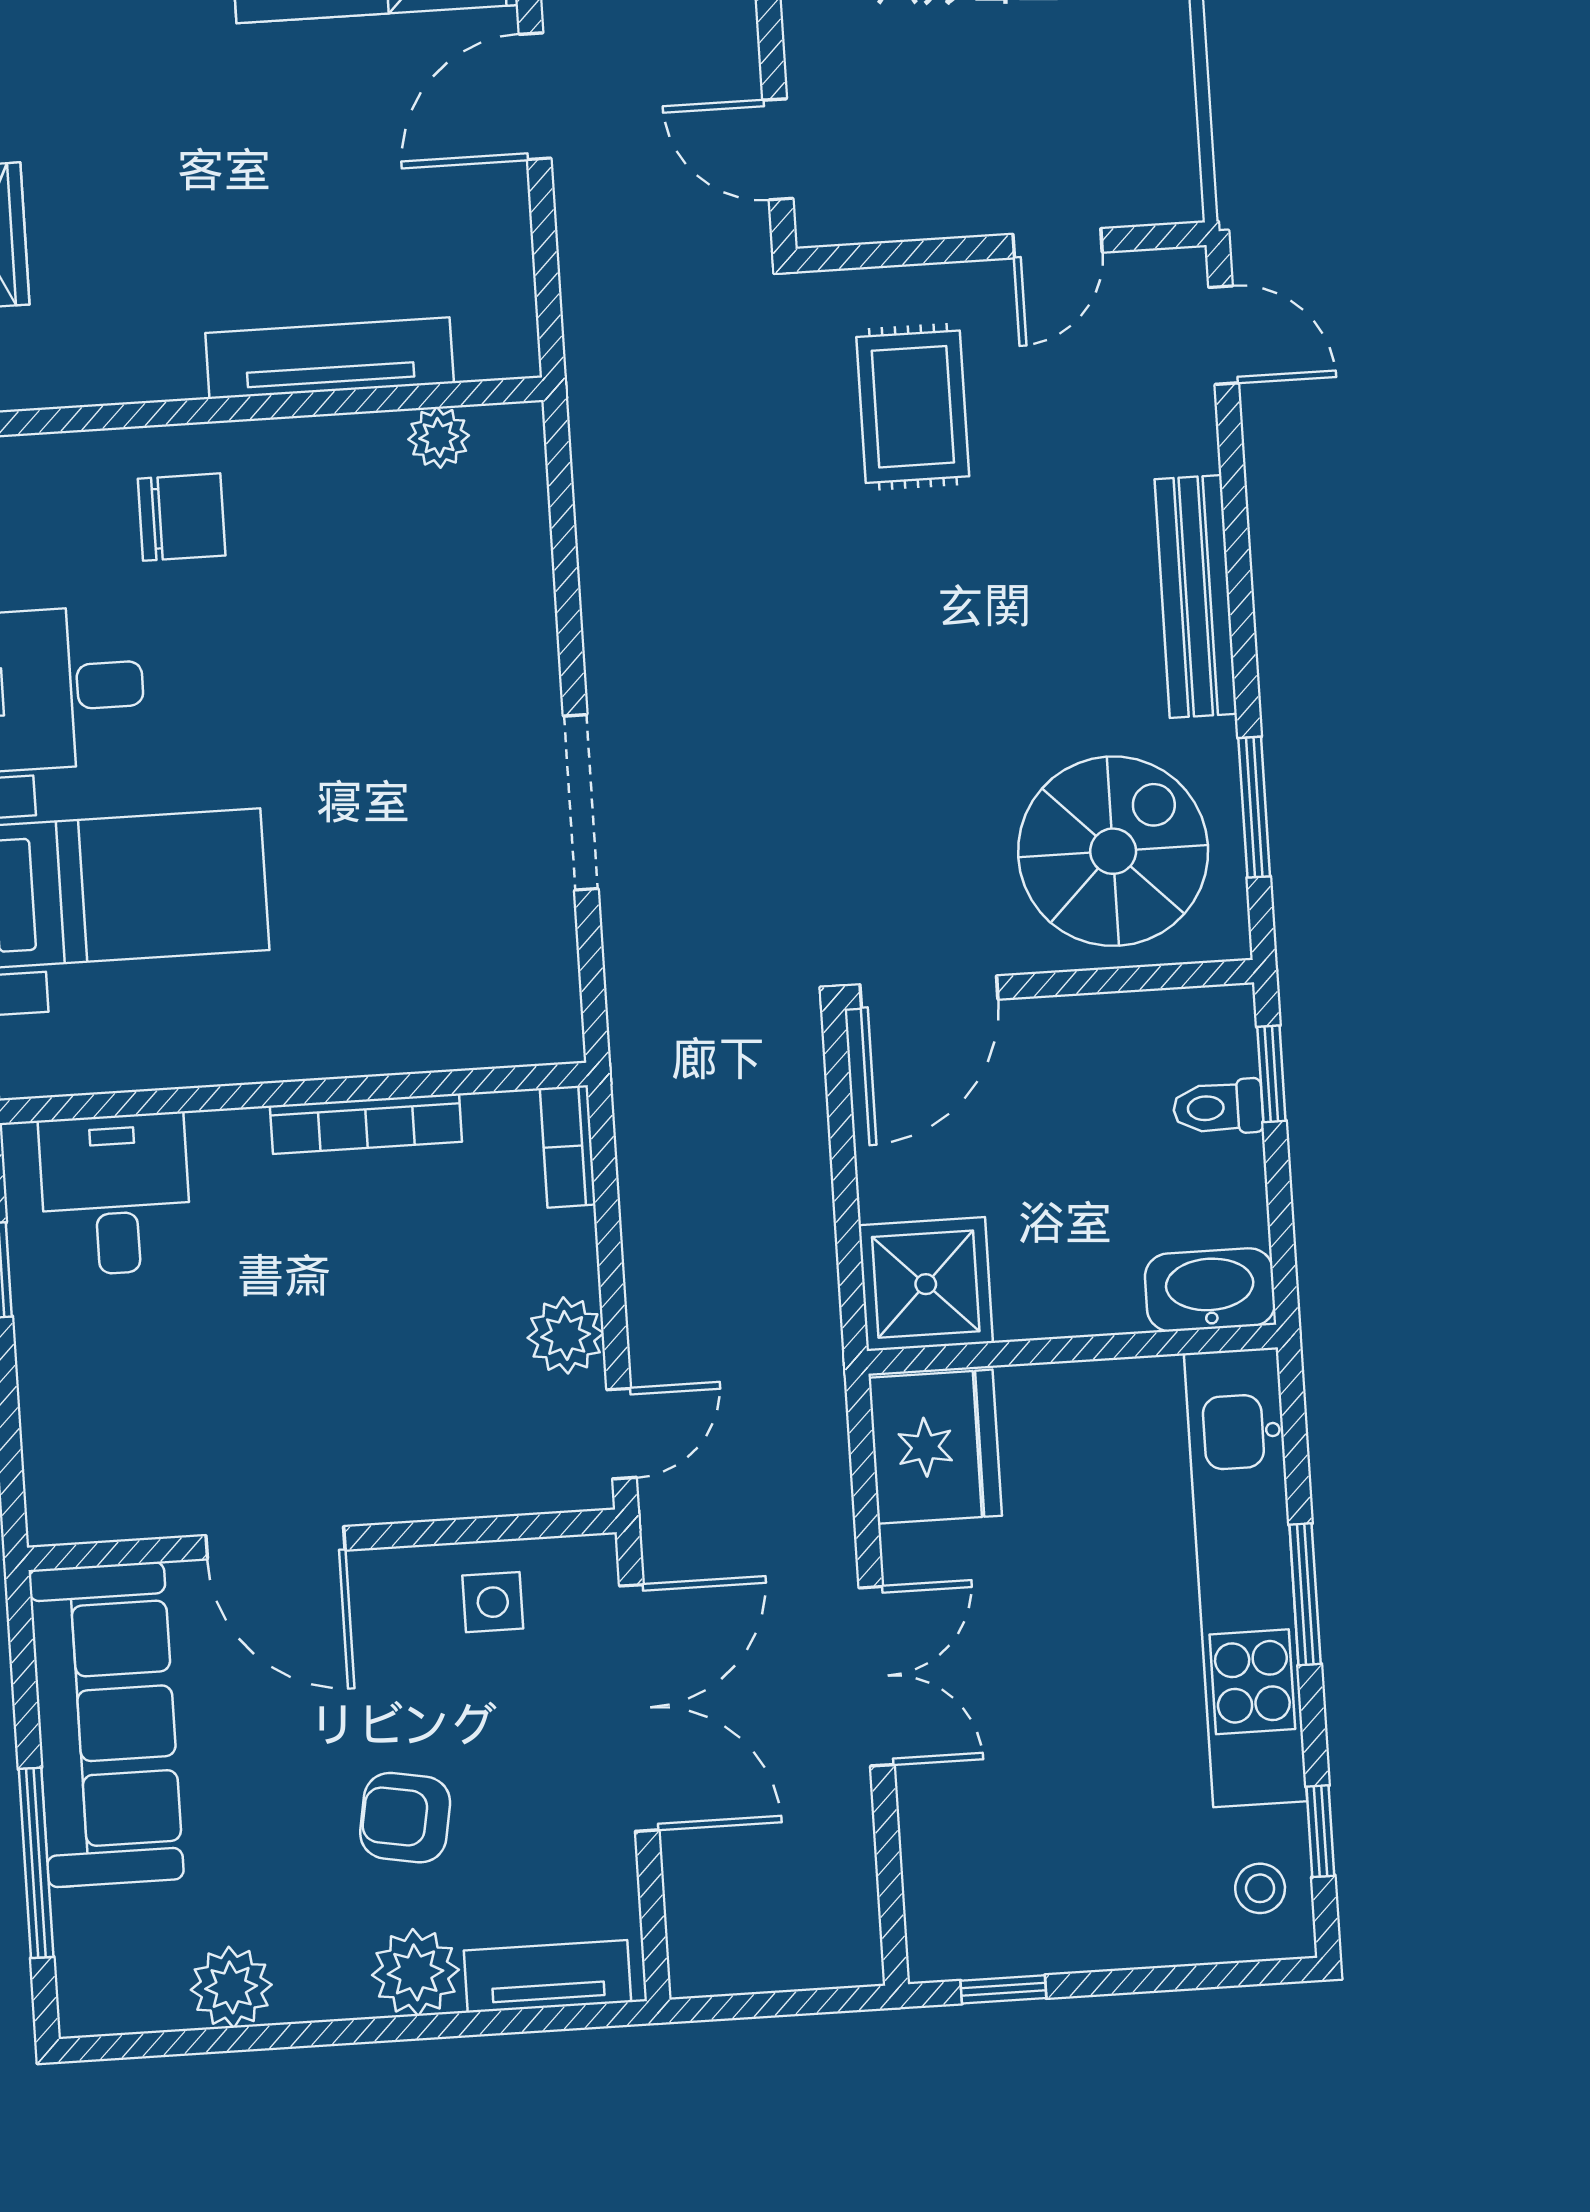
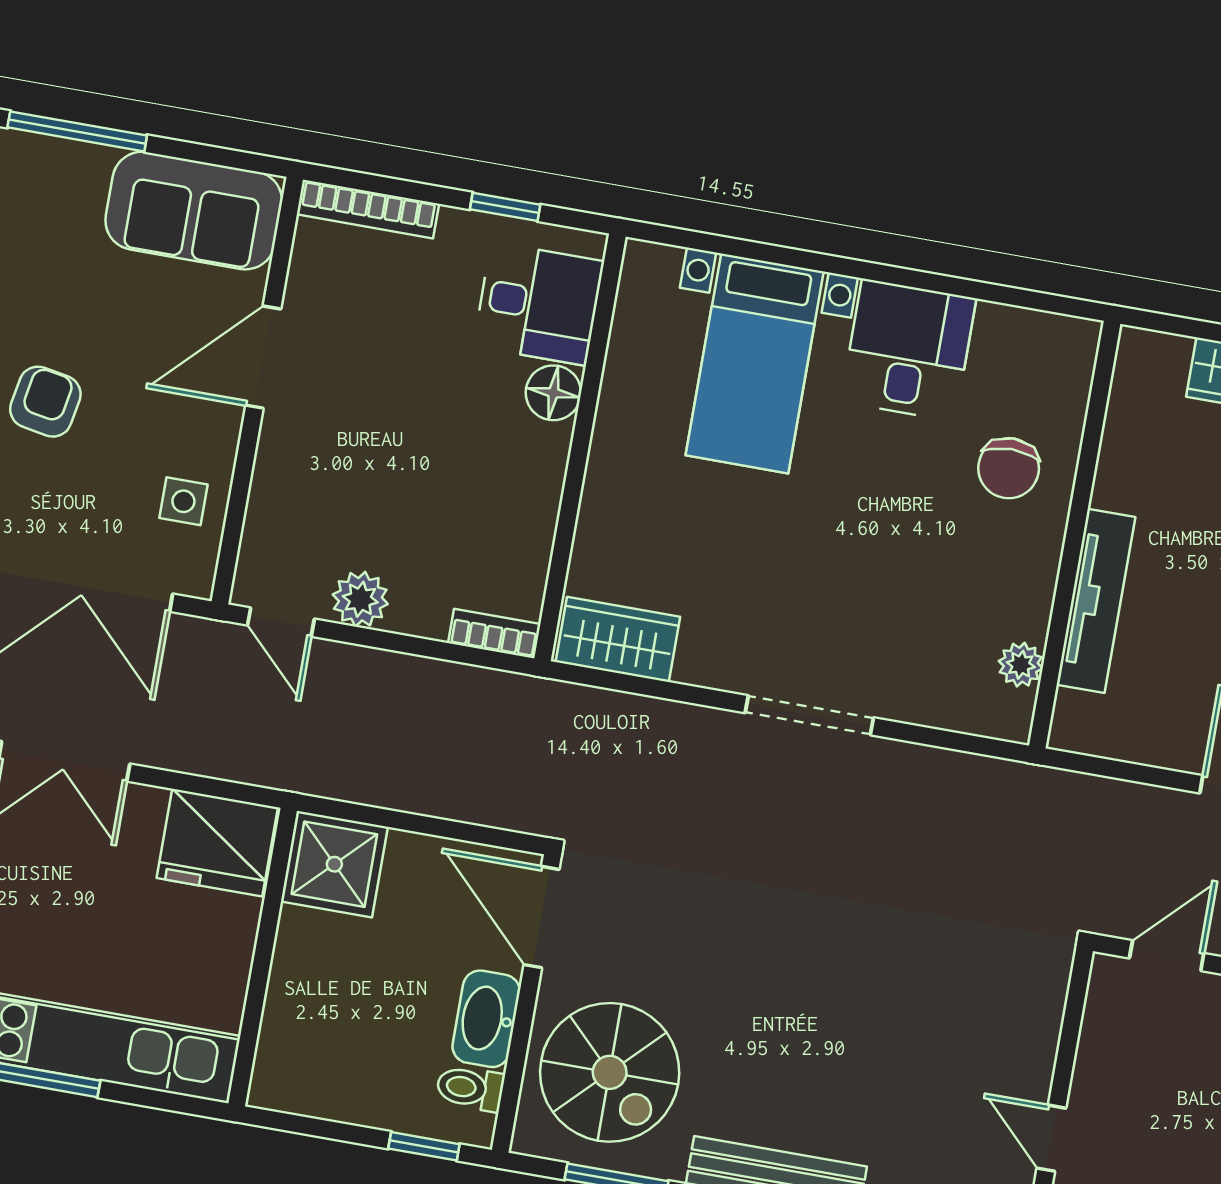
rug: (913, 407) -> (960, 1007), removed
doorway: (581, 802) -> (809, 715), moved
wardrobe: (536, 980) -> (618, 639), added
toilet: (1218, 1107) -> (470, 1088), moved, turned -90
bookcase: (366, 1124) -> (368, 209), moved, turned -90
floor lamp: (229, 1146) -> (553, 393), added
washbasin: (1210, 1290) -> (486, 1019), moved, turned 180
sofa: (106, 1725) -> (194, 211), width x0.73

